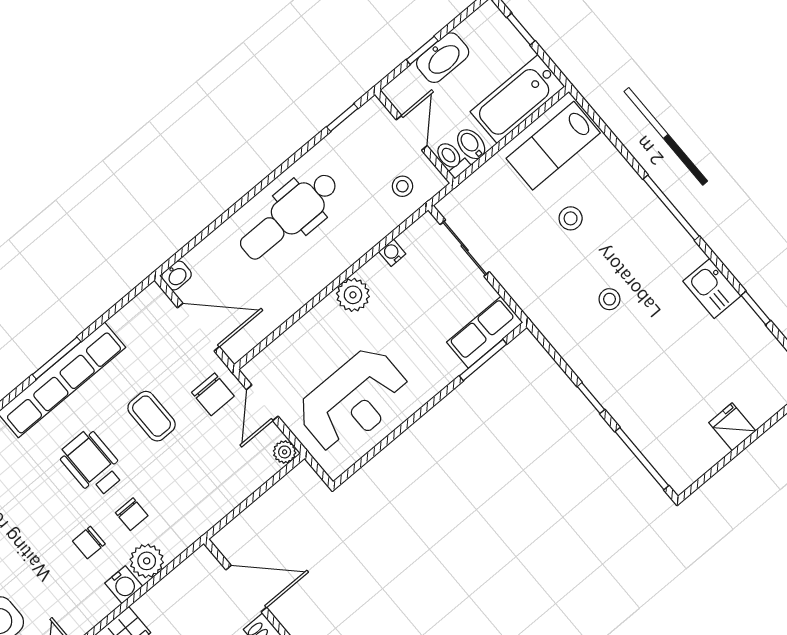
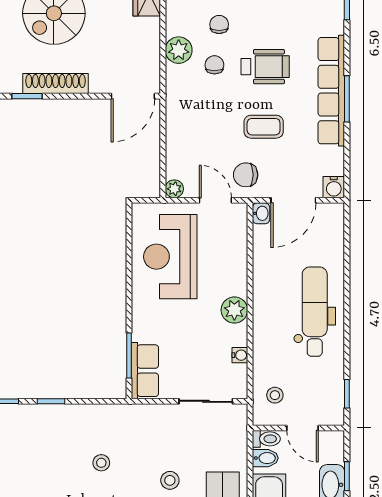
washbasin: (177, 275) -> (261, 213), moved, turned 180
chair: (132, 514) -> (214, 65), turned 90
water cooler: (124, 585) -> (334, 187), moved, turned -90
door: (246, 589) -> (133, 96), moved

